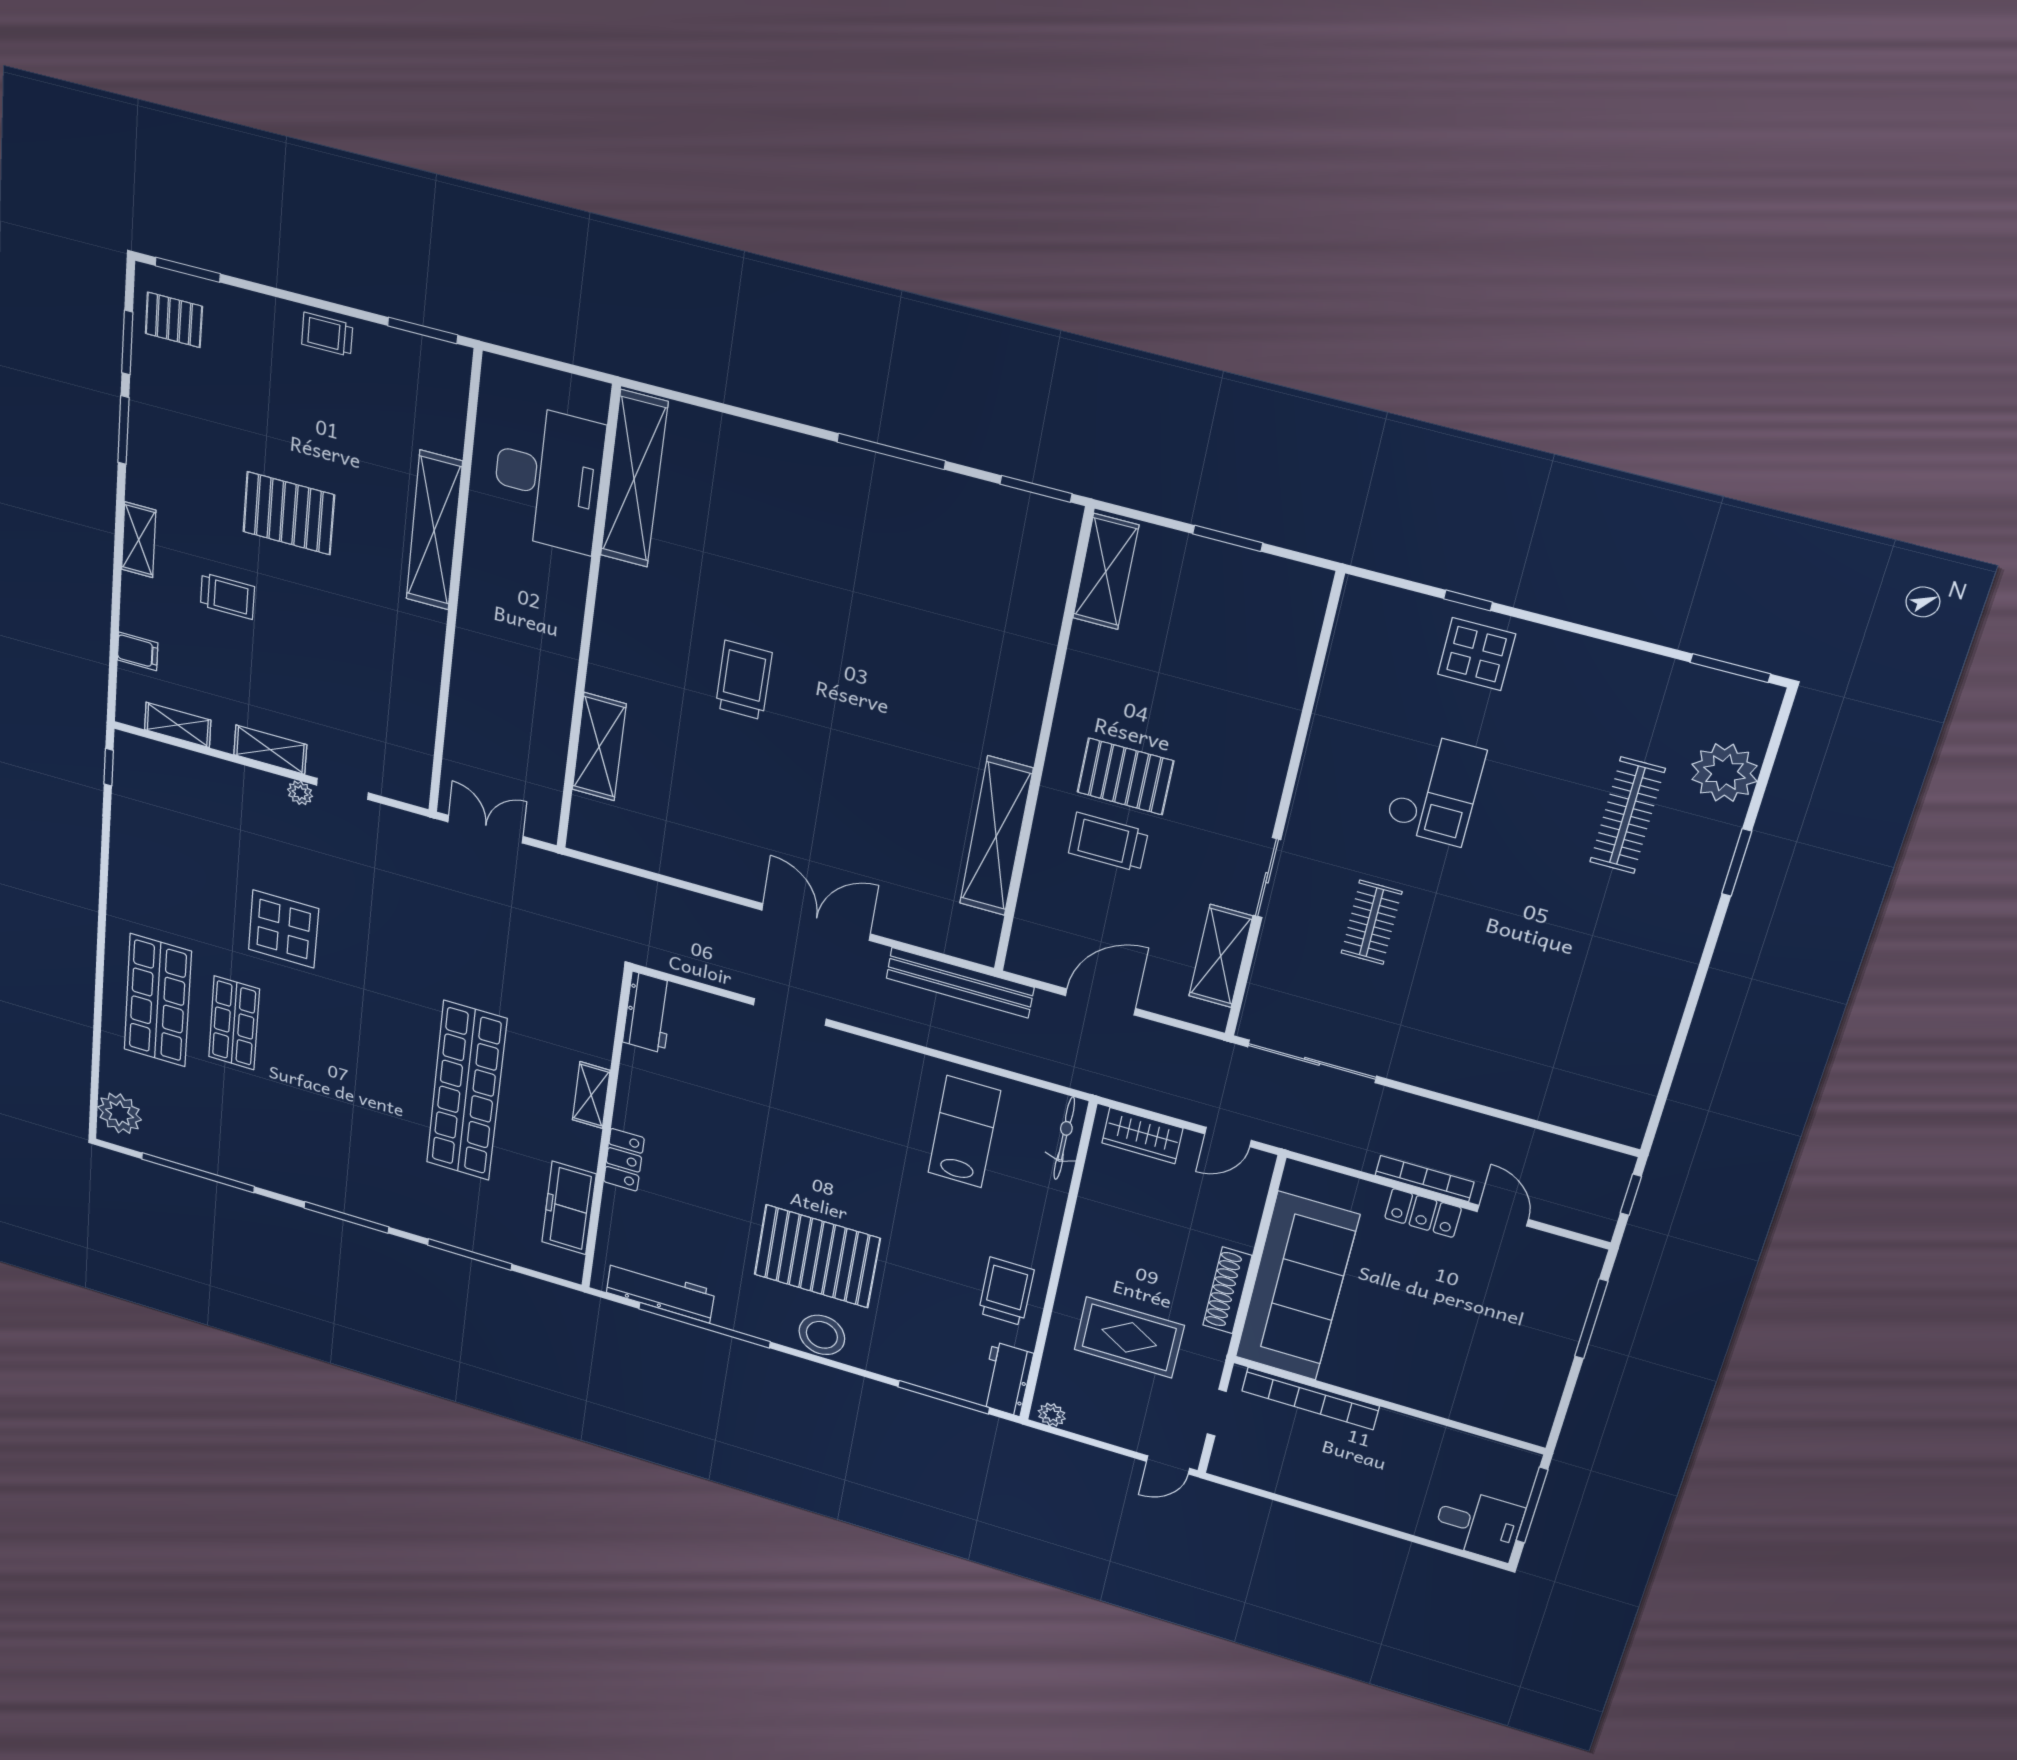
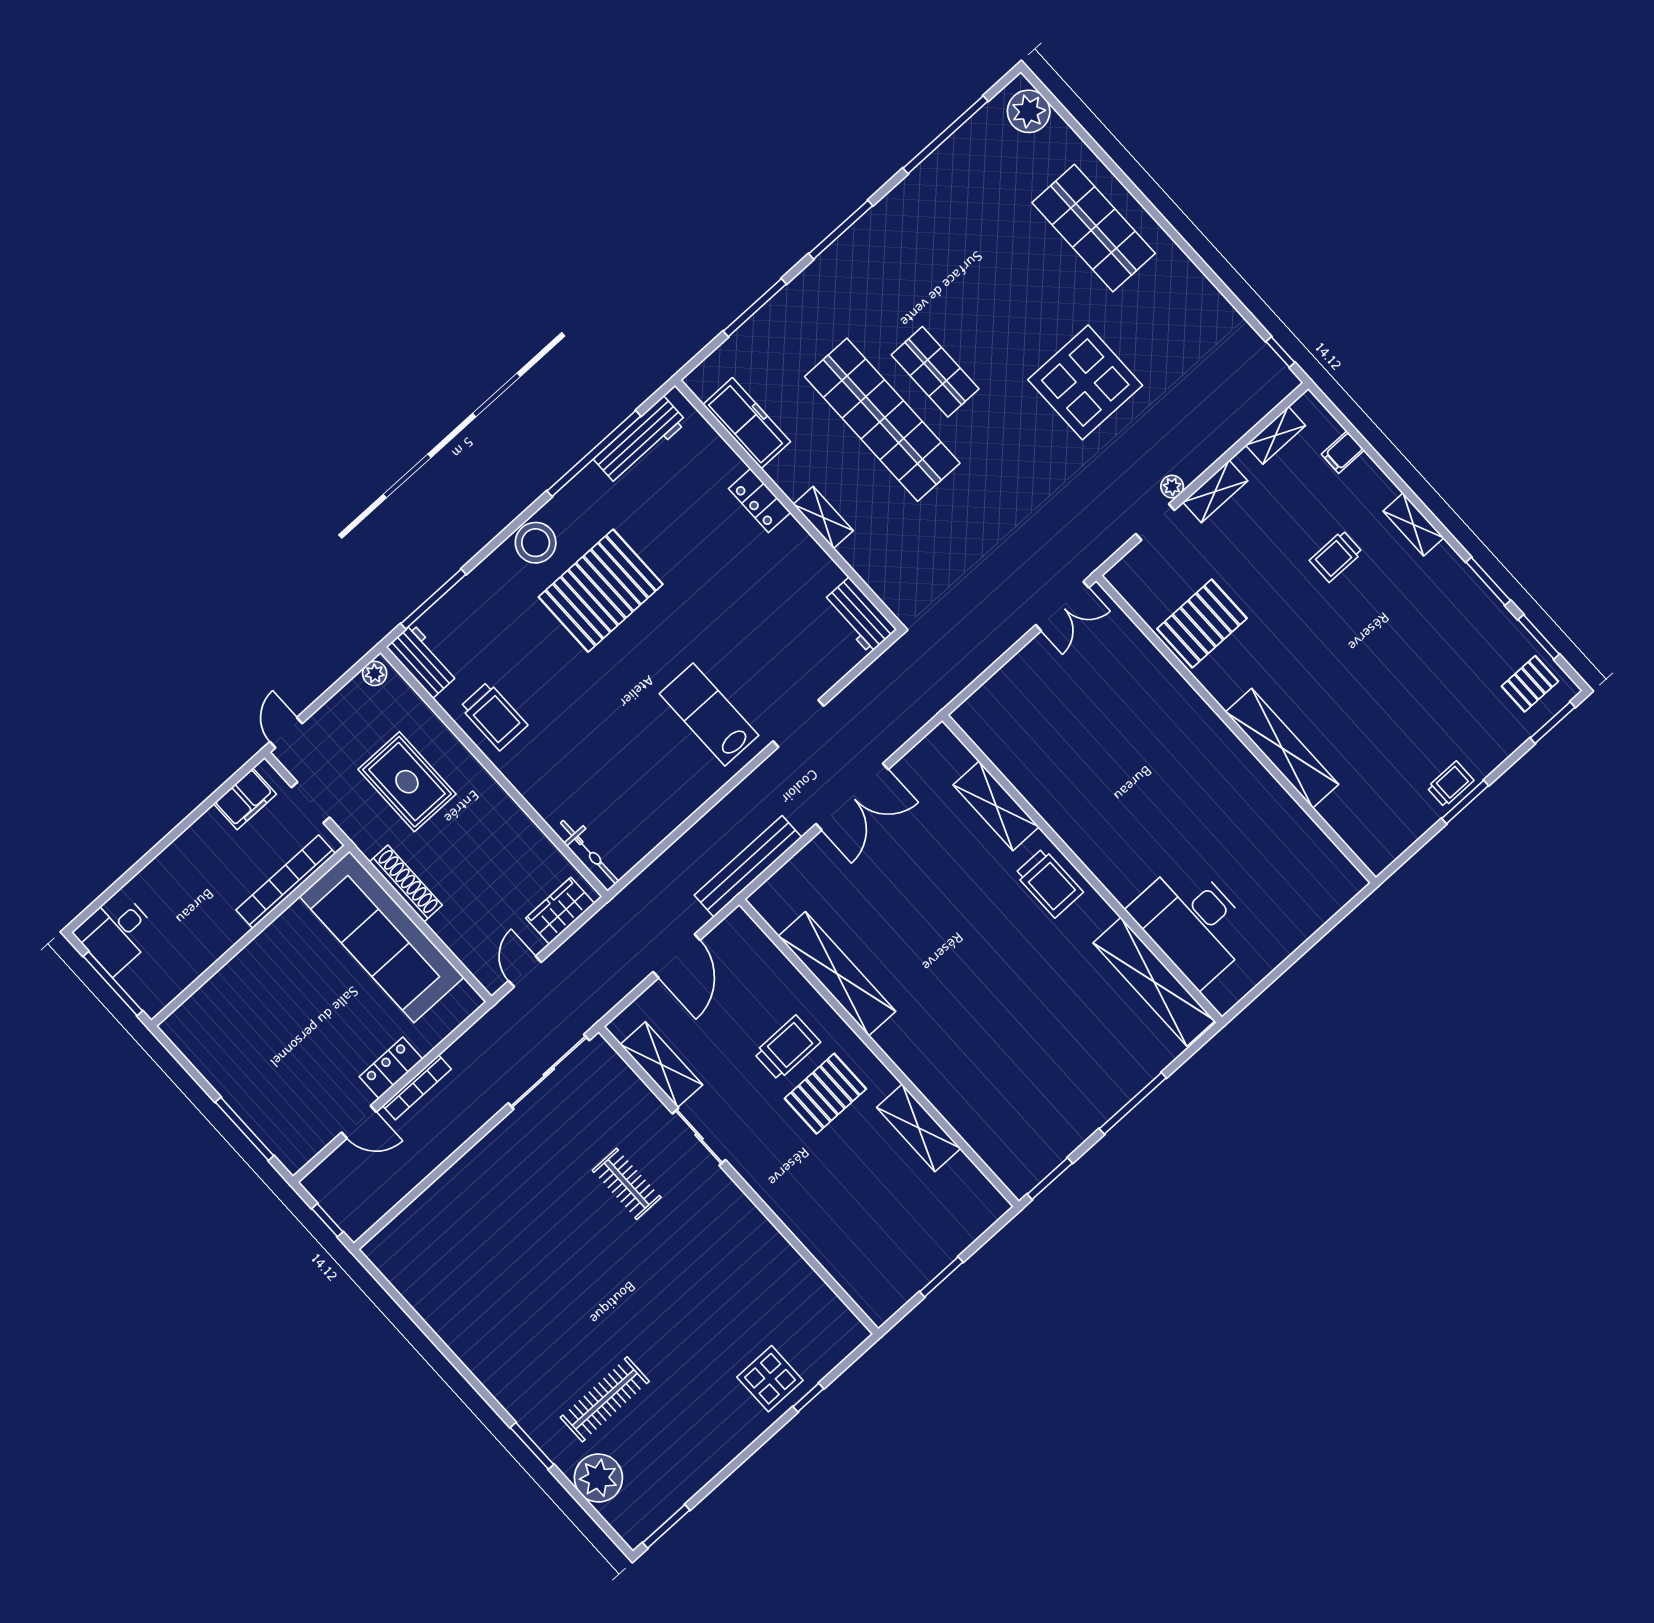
window: (423, 330) -> (1465, 802), moved
desk: (548, 478) -> (1192, 923), moved
shelving: (634, 479) -> (1154, 982), moved
pallet: (289, 513) -> (1202, 624), moved
shelving: (1106, 572) -> (919, 1128), moved
wall: (588, 624) -> (1082, 869), moved
shelving: (599, 747) -> (996, 806), moved
checkout: (1435, 789) -> (695, 1290), removed
clothes rail: (1627, 815) -> (605, 1399), turned 90
display table: (284, 929) -> (1085, 382), width x1.36, depth x1.36
shop shelf: (234, 1023) -> (935, 372), moved
lab bench: (964, 1132) -> (709, 715), moved, turned 180
rug: (1129, 1337) -> (407, 782), turned 90
filing cabinet: (1259, 1471) -> (245, 799), added

